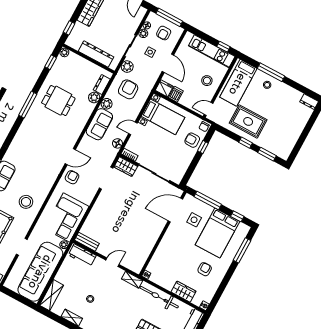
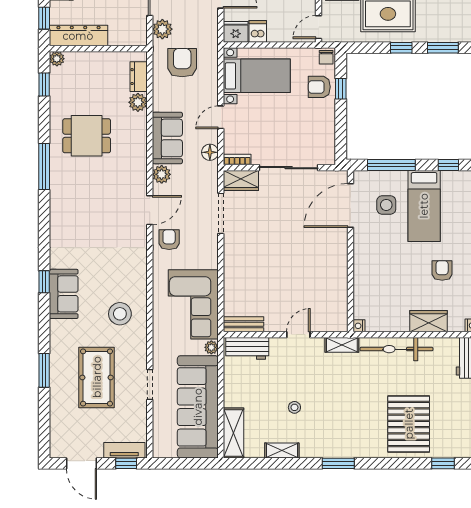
dresser: (96, 54) -> (78, 36), moved
plant: (107, 104) -> (162, 174), moved
bed: (217, 233) -> (424, 206), width x0.67

